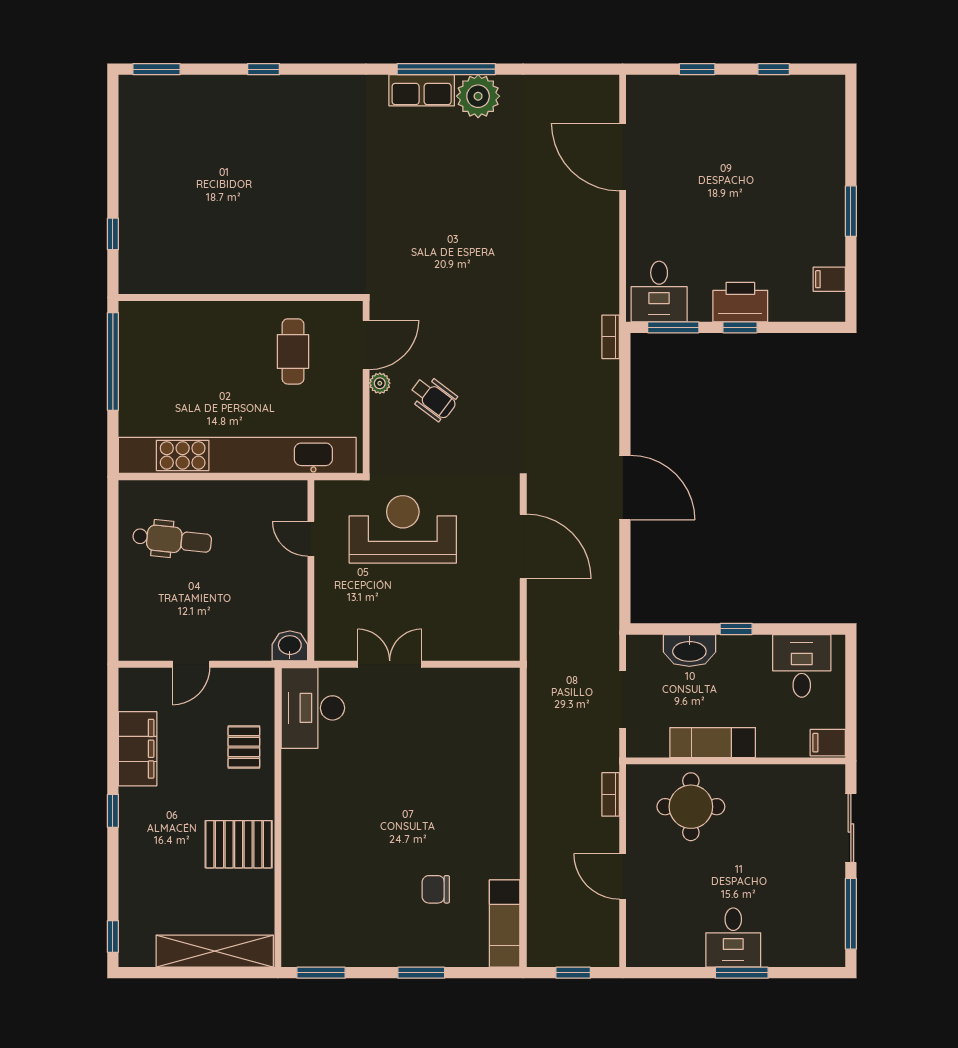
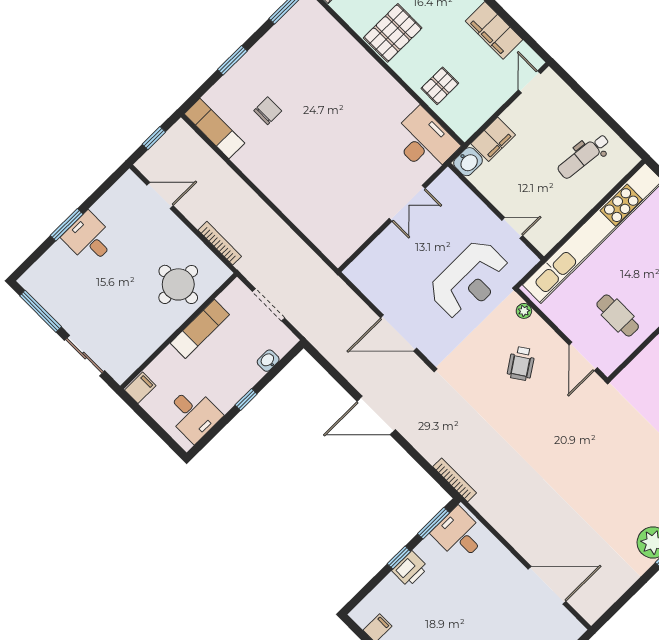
printer: (740, 302) -> (410, 569), width x0.73, depth x0.84
bookcase: (611, 337) -> (455, 480), width x1.56
plant: (380, 383) -> (524, 311), moved
wheelchair: (433, 398) -> (521, 363), turned -71
filing cabinet: (244, 644) -> (493, 139), added
washbasin: (689, 650) -> (268, 361), width x0.52, depth x0.69
door: (191, 664) -> (529, 82), moved
pallet: (244, 747) -> (440, 86), turned 90
bookcase: (611, 794) -> (220, 243), width x1.56
door: (623, 876) -> (160, 195), moved

